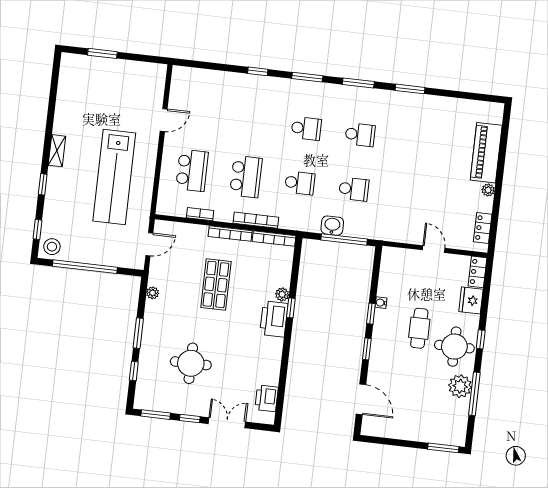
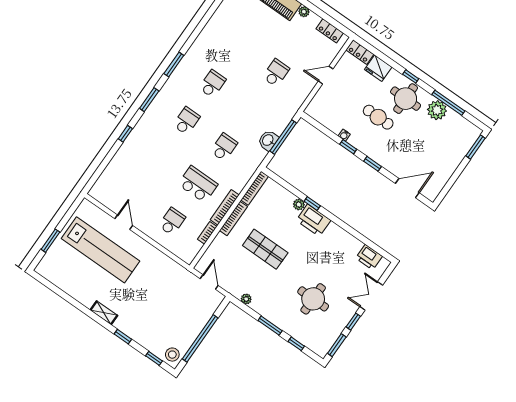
window: (410, 89) -> (199, 29), removed
school desk: (192, 170) -> (172, 221), width x0.54
lab bench: (114, 177) -> (100, 250), moved
school desk: (354, 189) -> (276, 73), moved
bookcase: (256, 220) -> (225, 207), moved

